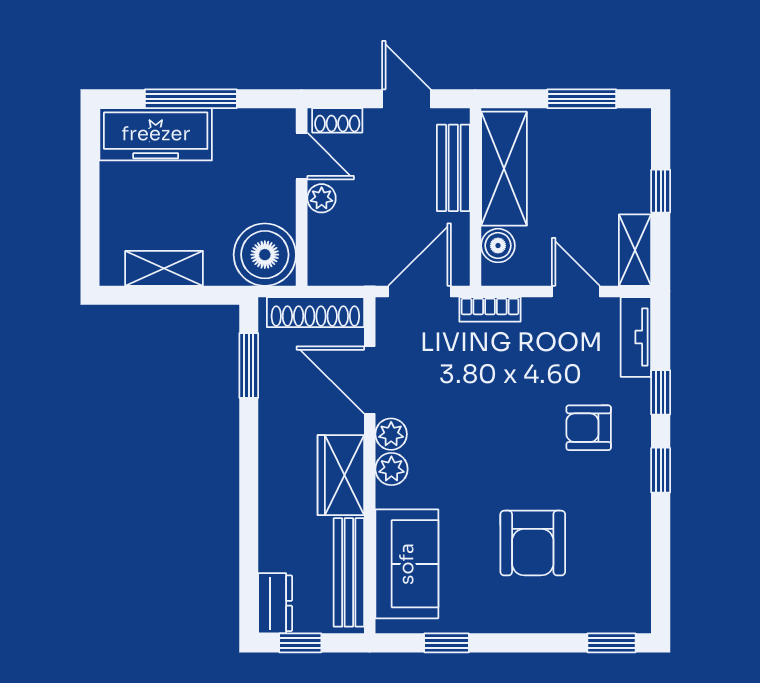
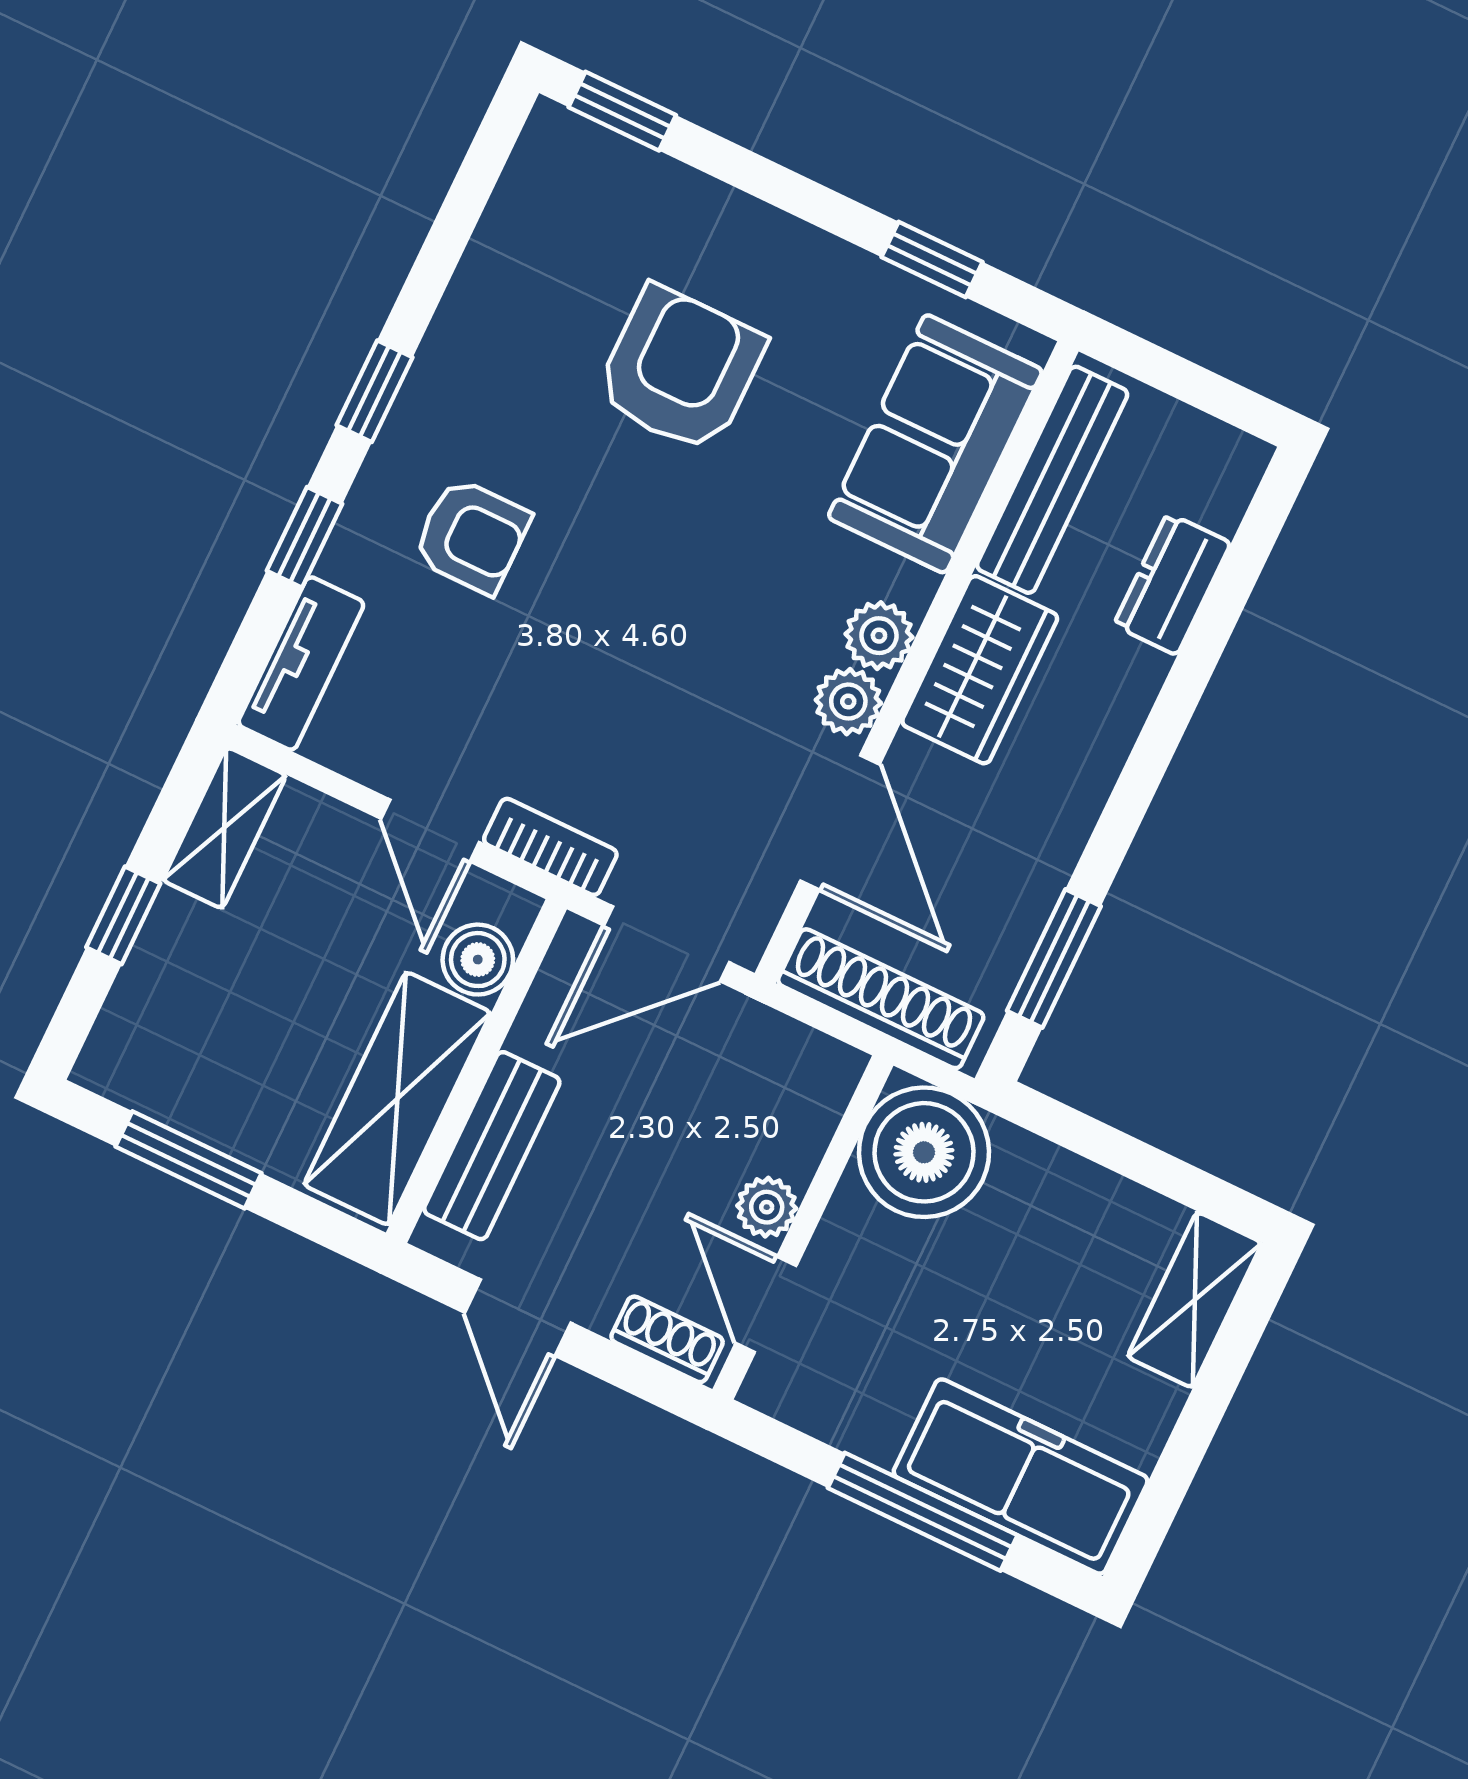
shelving: (164, 268) -> (1195, 1300), moved, turned 90
door: (576, 291) -> (430, 831), moved
dresser: (275, 603) -> (1172, 584), moved
window: (300, 643) -> (1207, 391), removed

